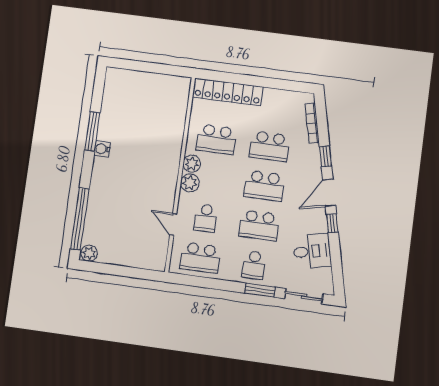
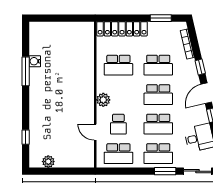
window: (281, 84) -> (161, 18), added
water cooler: (102, 149) -> (35, 61), moved
plant: (192, 164) -> (103, 86), removed
window: (80, 219) -> (26, 137), width x0.32
plant: (89, 253) -> (48, 162), moved
school desk: (254, 265) -> (158, 154), width x1.85

